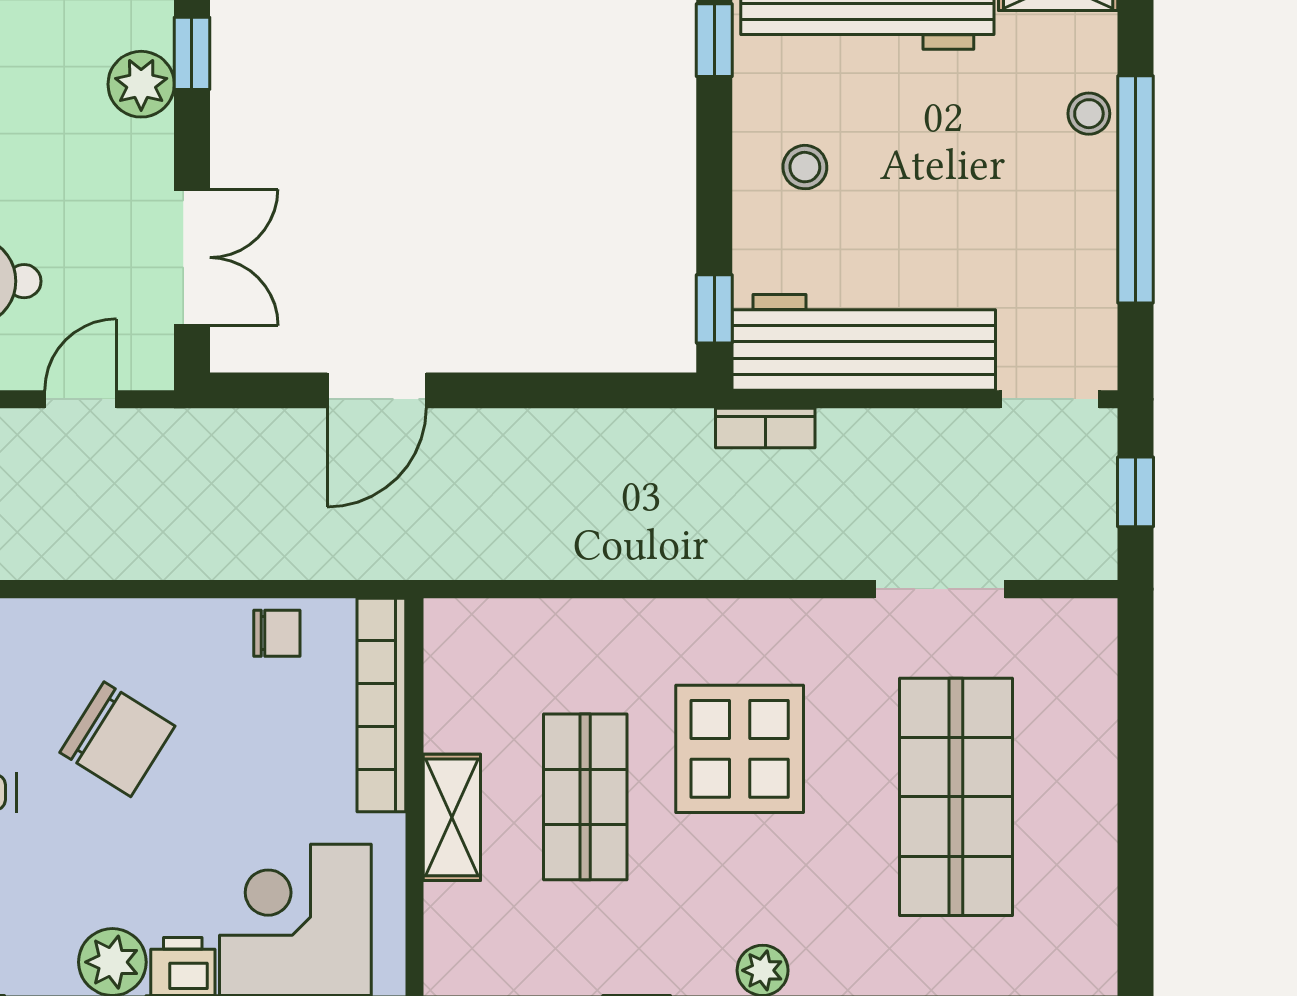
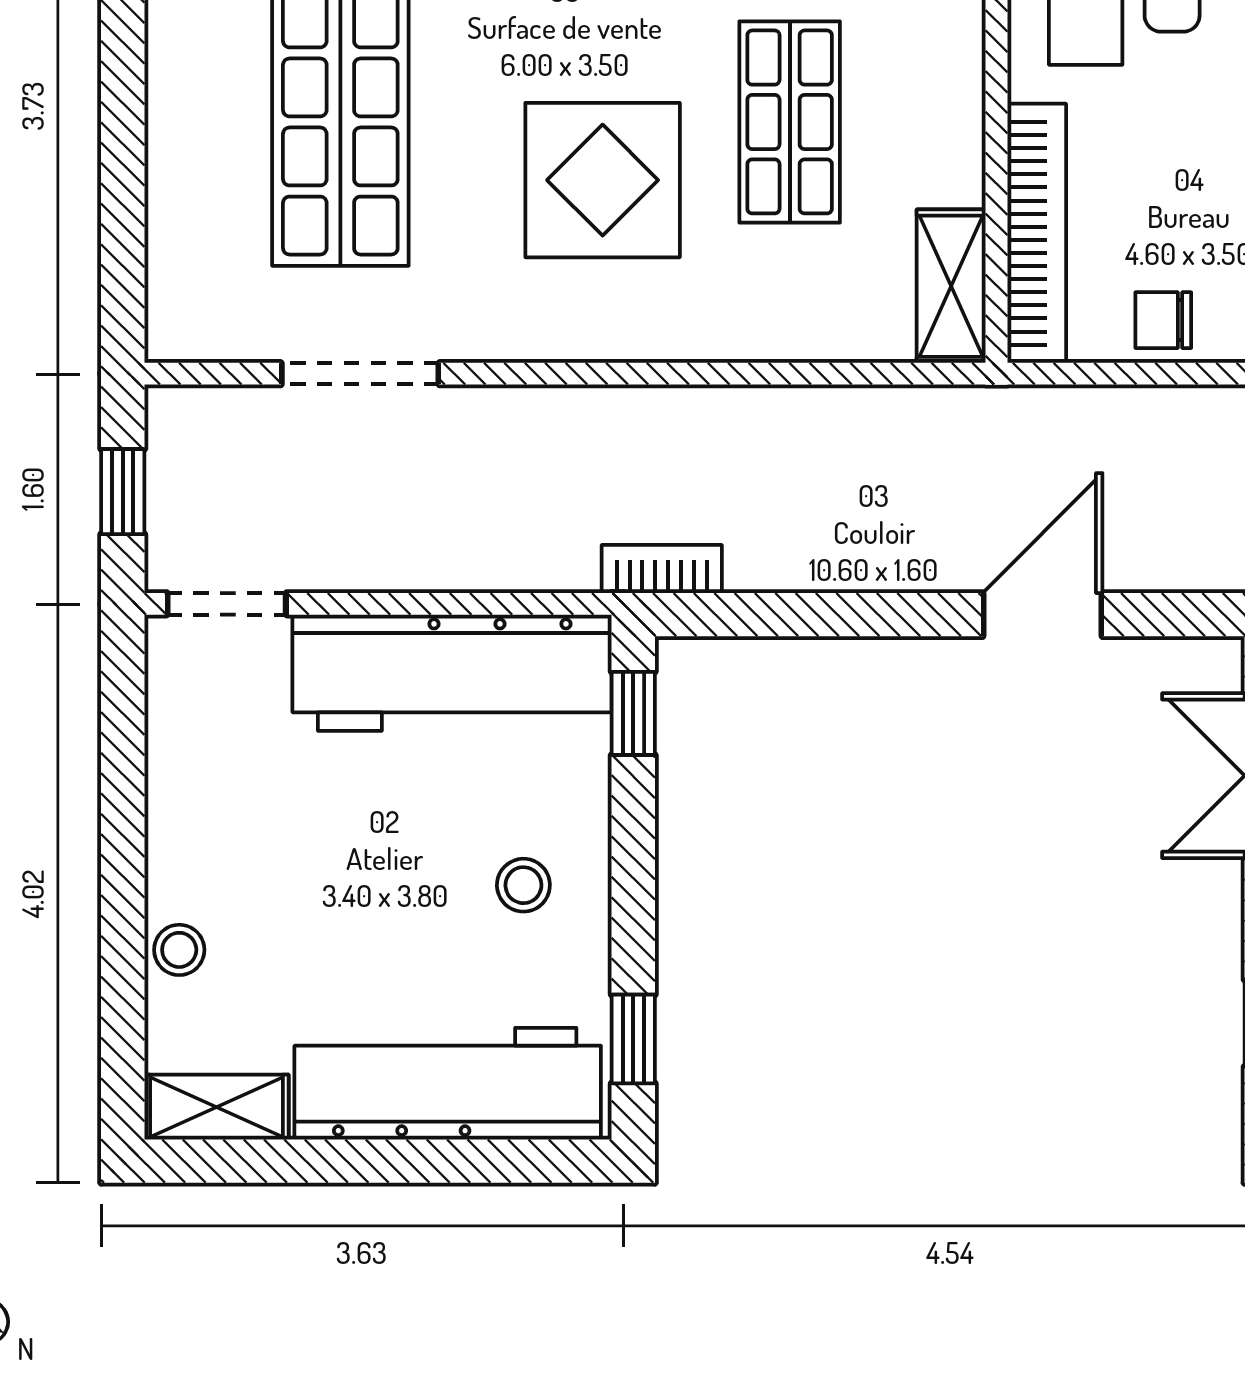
window: (1136, 189) -> (123, 858), removed
bookcase: (765, 428) -> (662, 569), moved
shelving: (452, 817) -> (951, 286), moved

